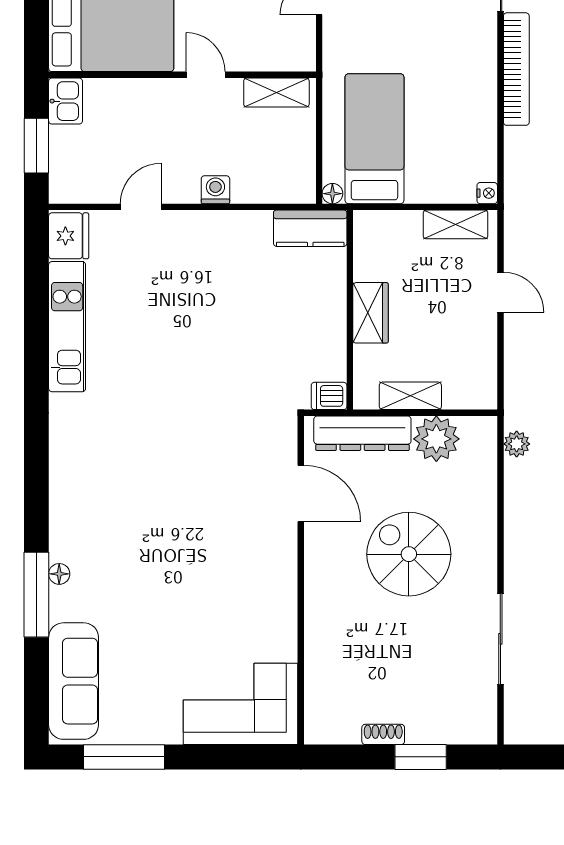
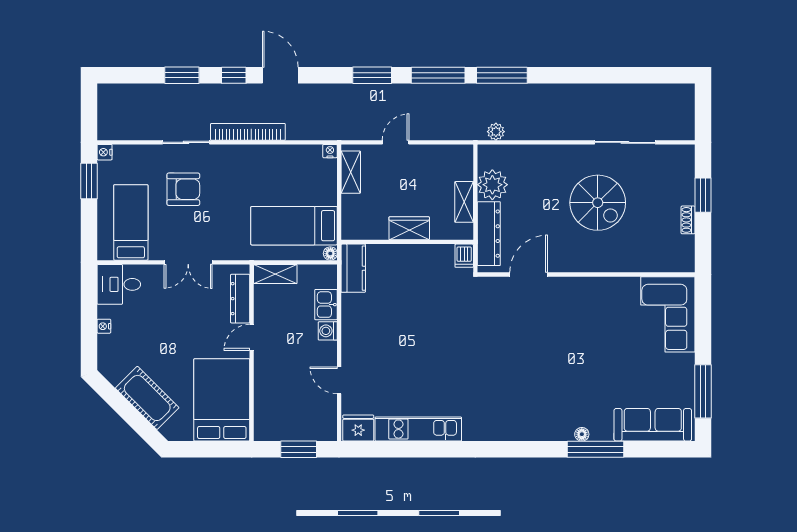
dresser: (264, 57) -> (240, 299), added
shelving: (276, 93) -> (275, 274), moved, turned 90
kitchen sink: (66, 101) -> (326, 305), moved, turned -90
spiral stairs: (409, 554) -> (598, 203), moved, turned -90

